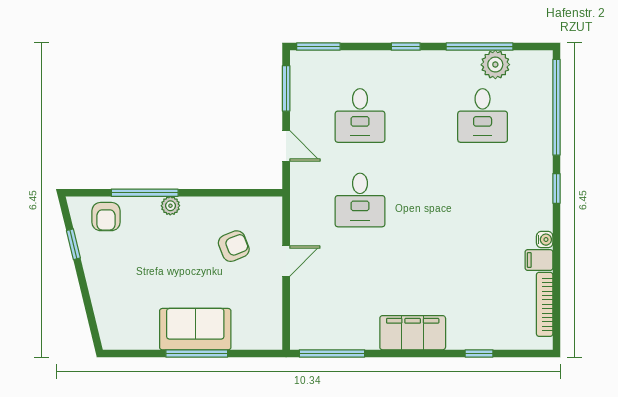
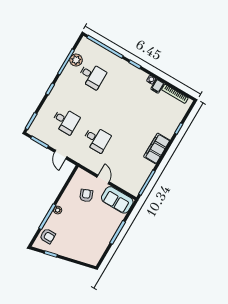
door: (286, 146) -> (61, 155), swing flipped
sofa: (195, 329) -> (117, 200), moved, turned -90

